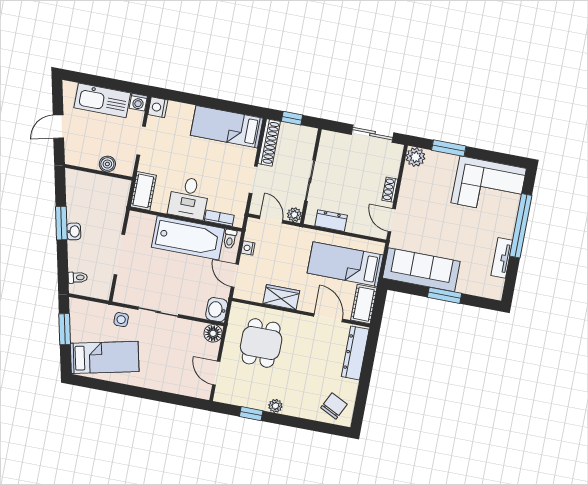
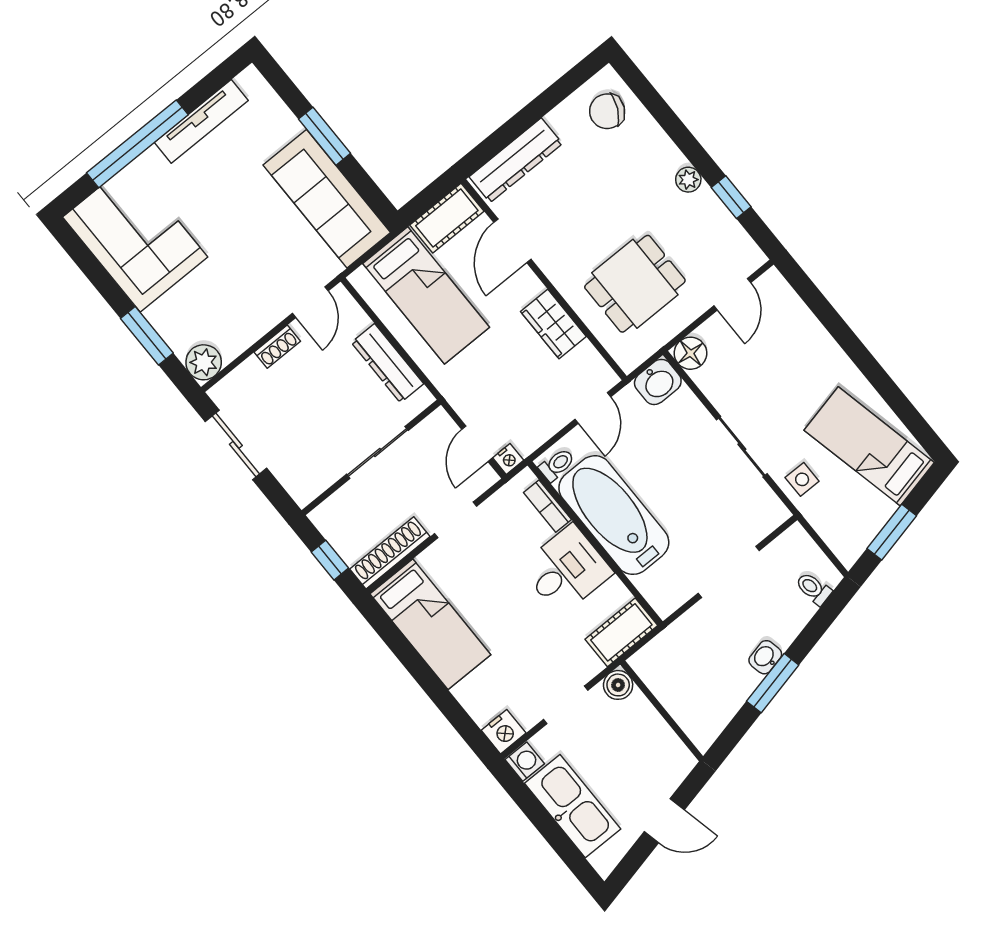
boiler: (107, 164) -> (618, 685), moved
plant: (294, 215) -> (439, 423), removed
dresser: (331, 221) -> (387, 363), width x1.44
nightstand: (248, 248) -> (508, 459), moved
tv unit: (502, 258) -> (201, 121), width x1.41

